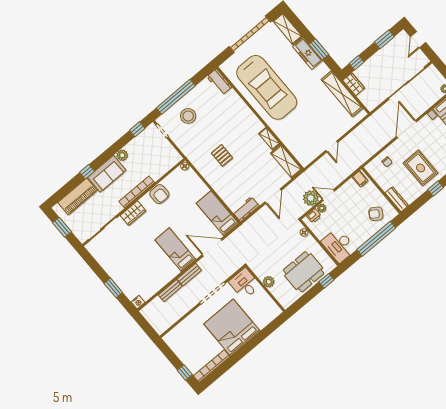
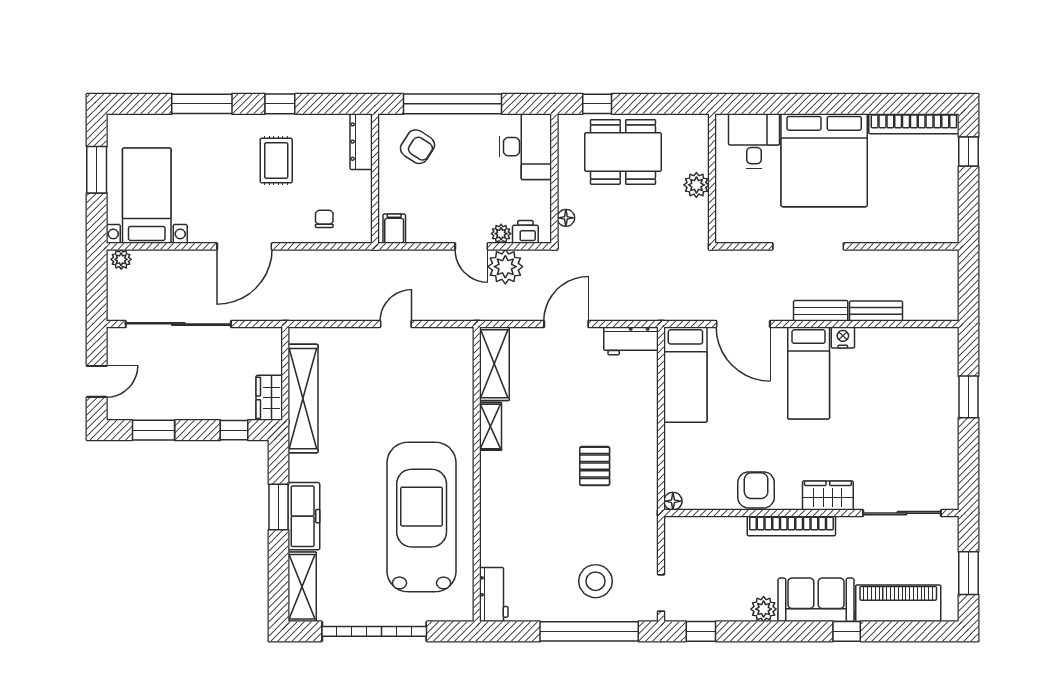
rug: (421, 168) -> (276, 160), width x0.73, depth x0.70
desk: (245, 284) -> (754, 141), moved, turned 180
nightstand: (138, 302) -> (843, 338), moved

